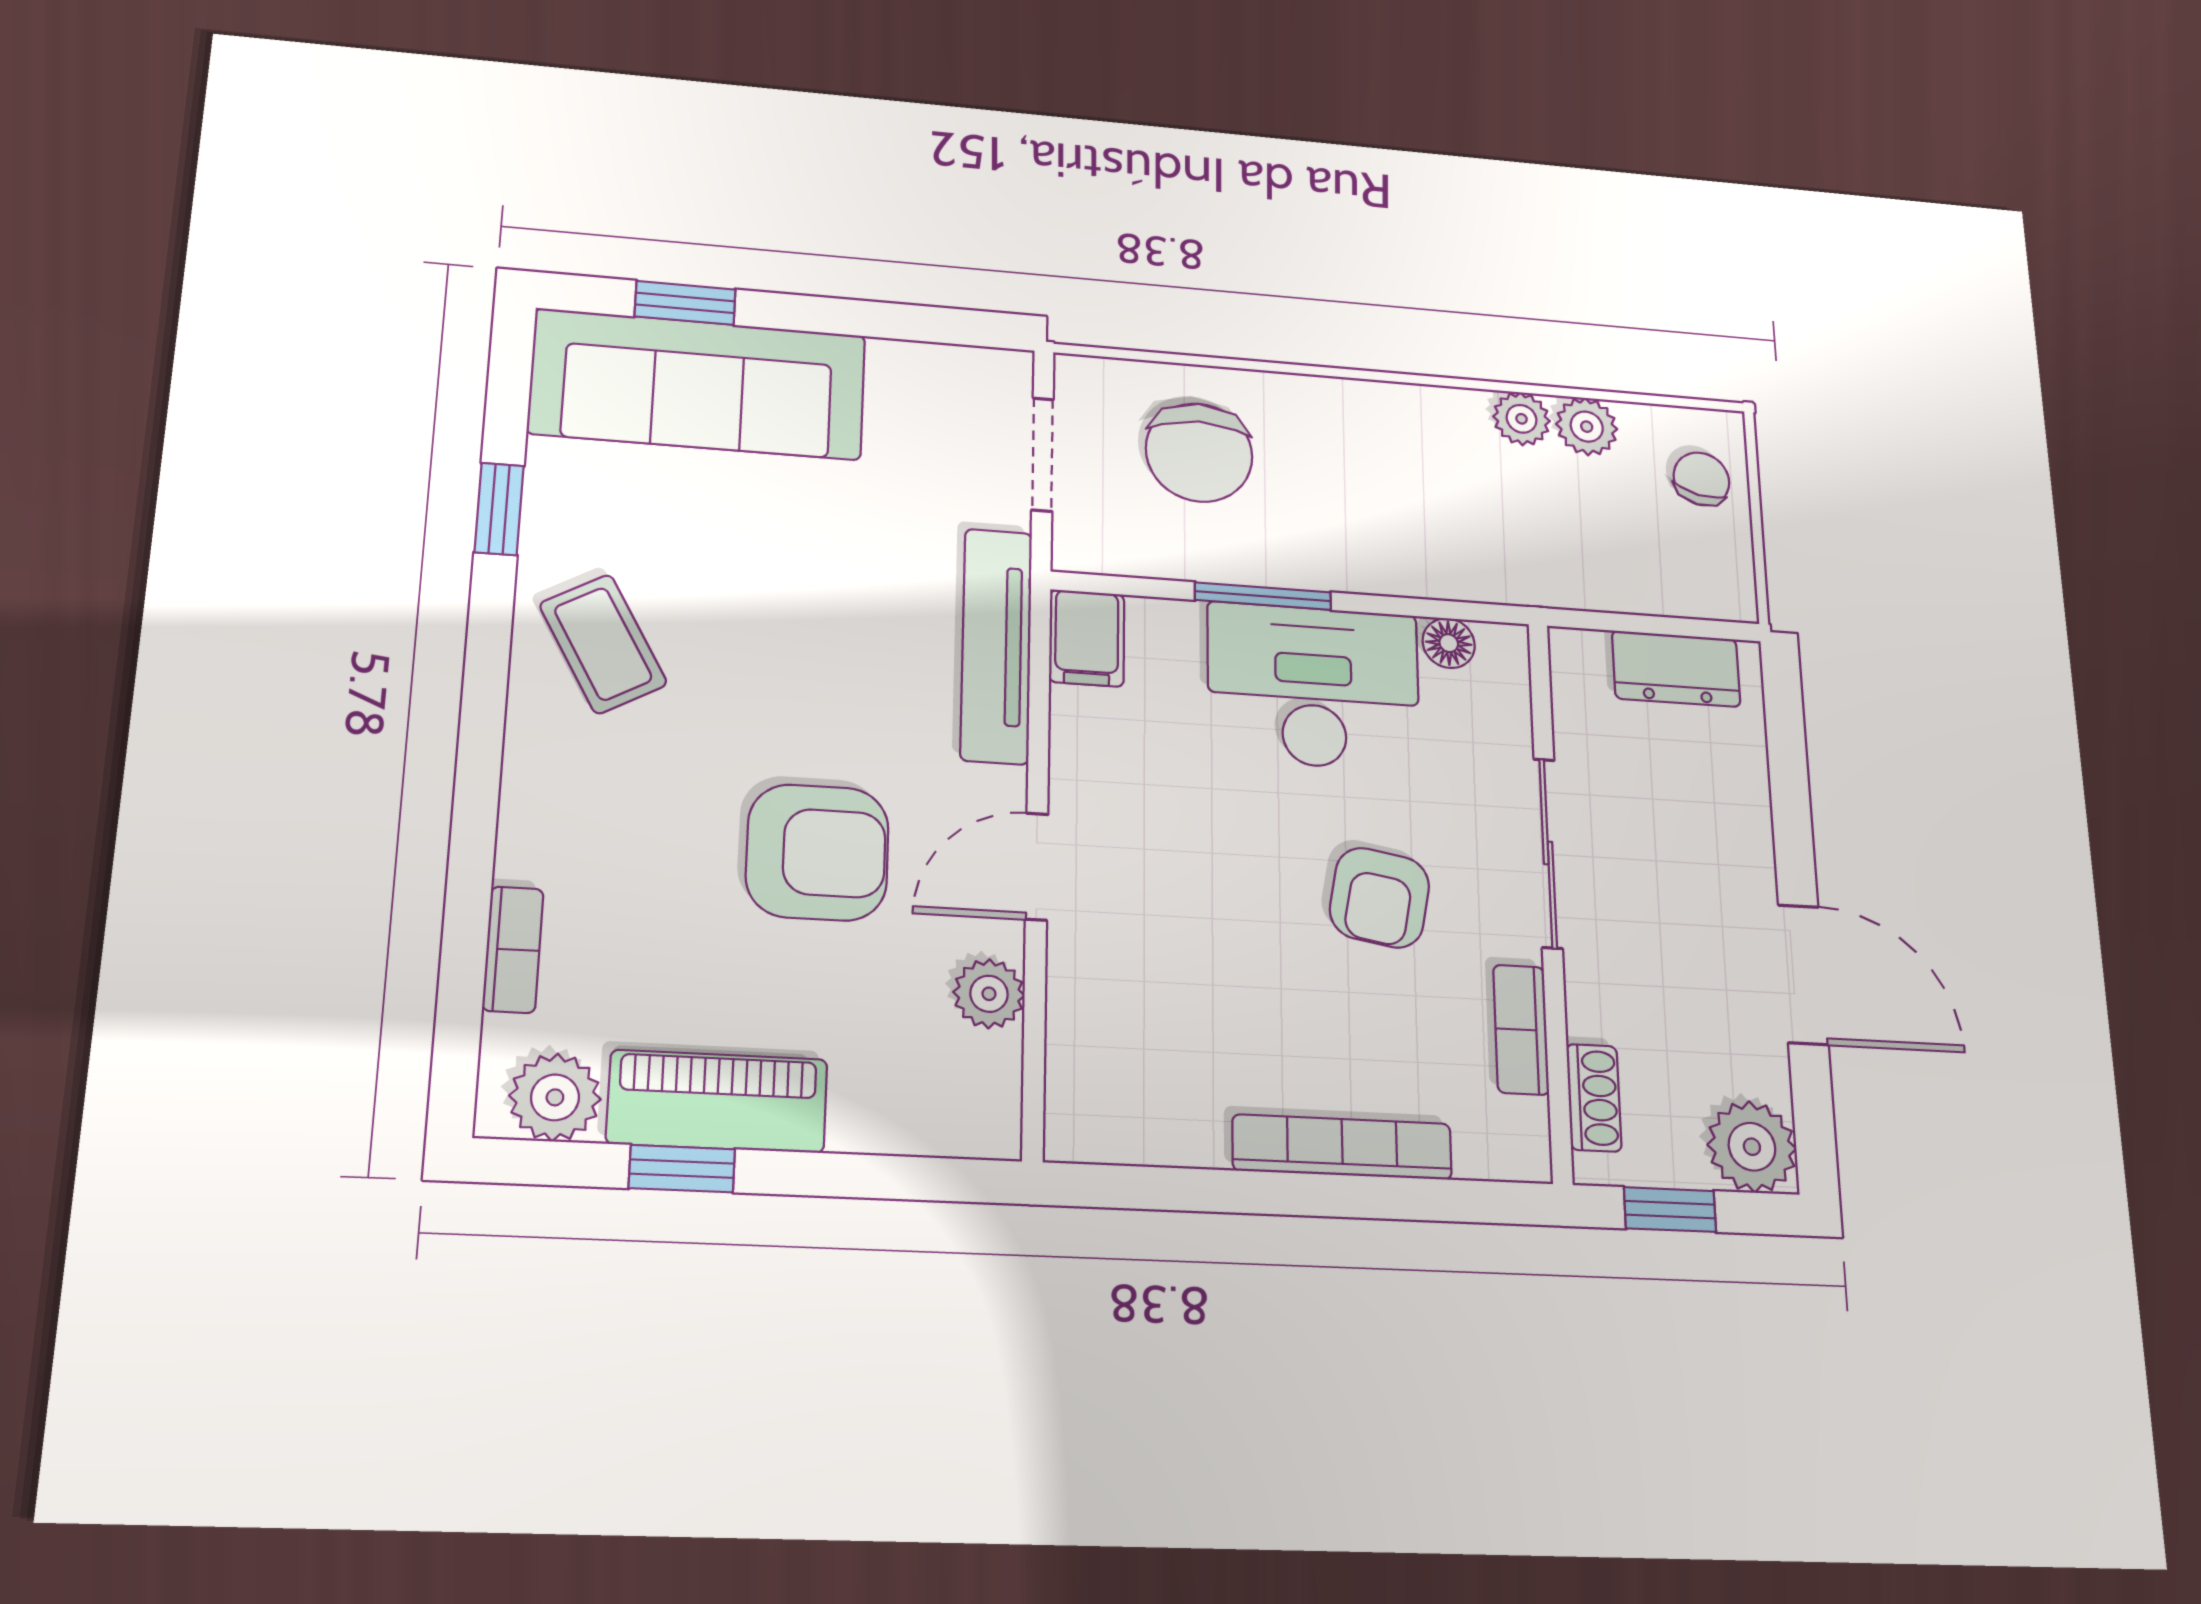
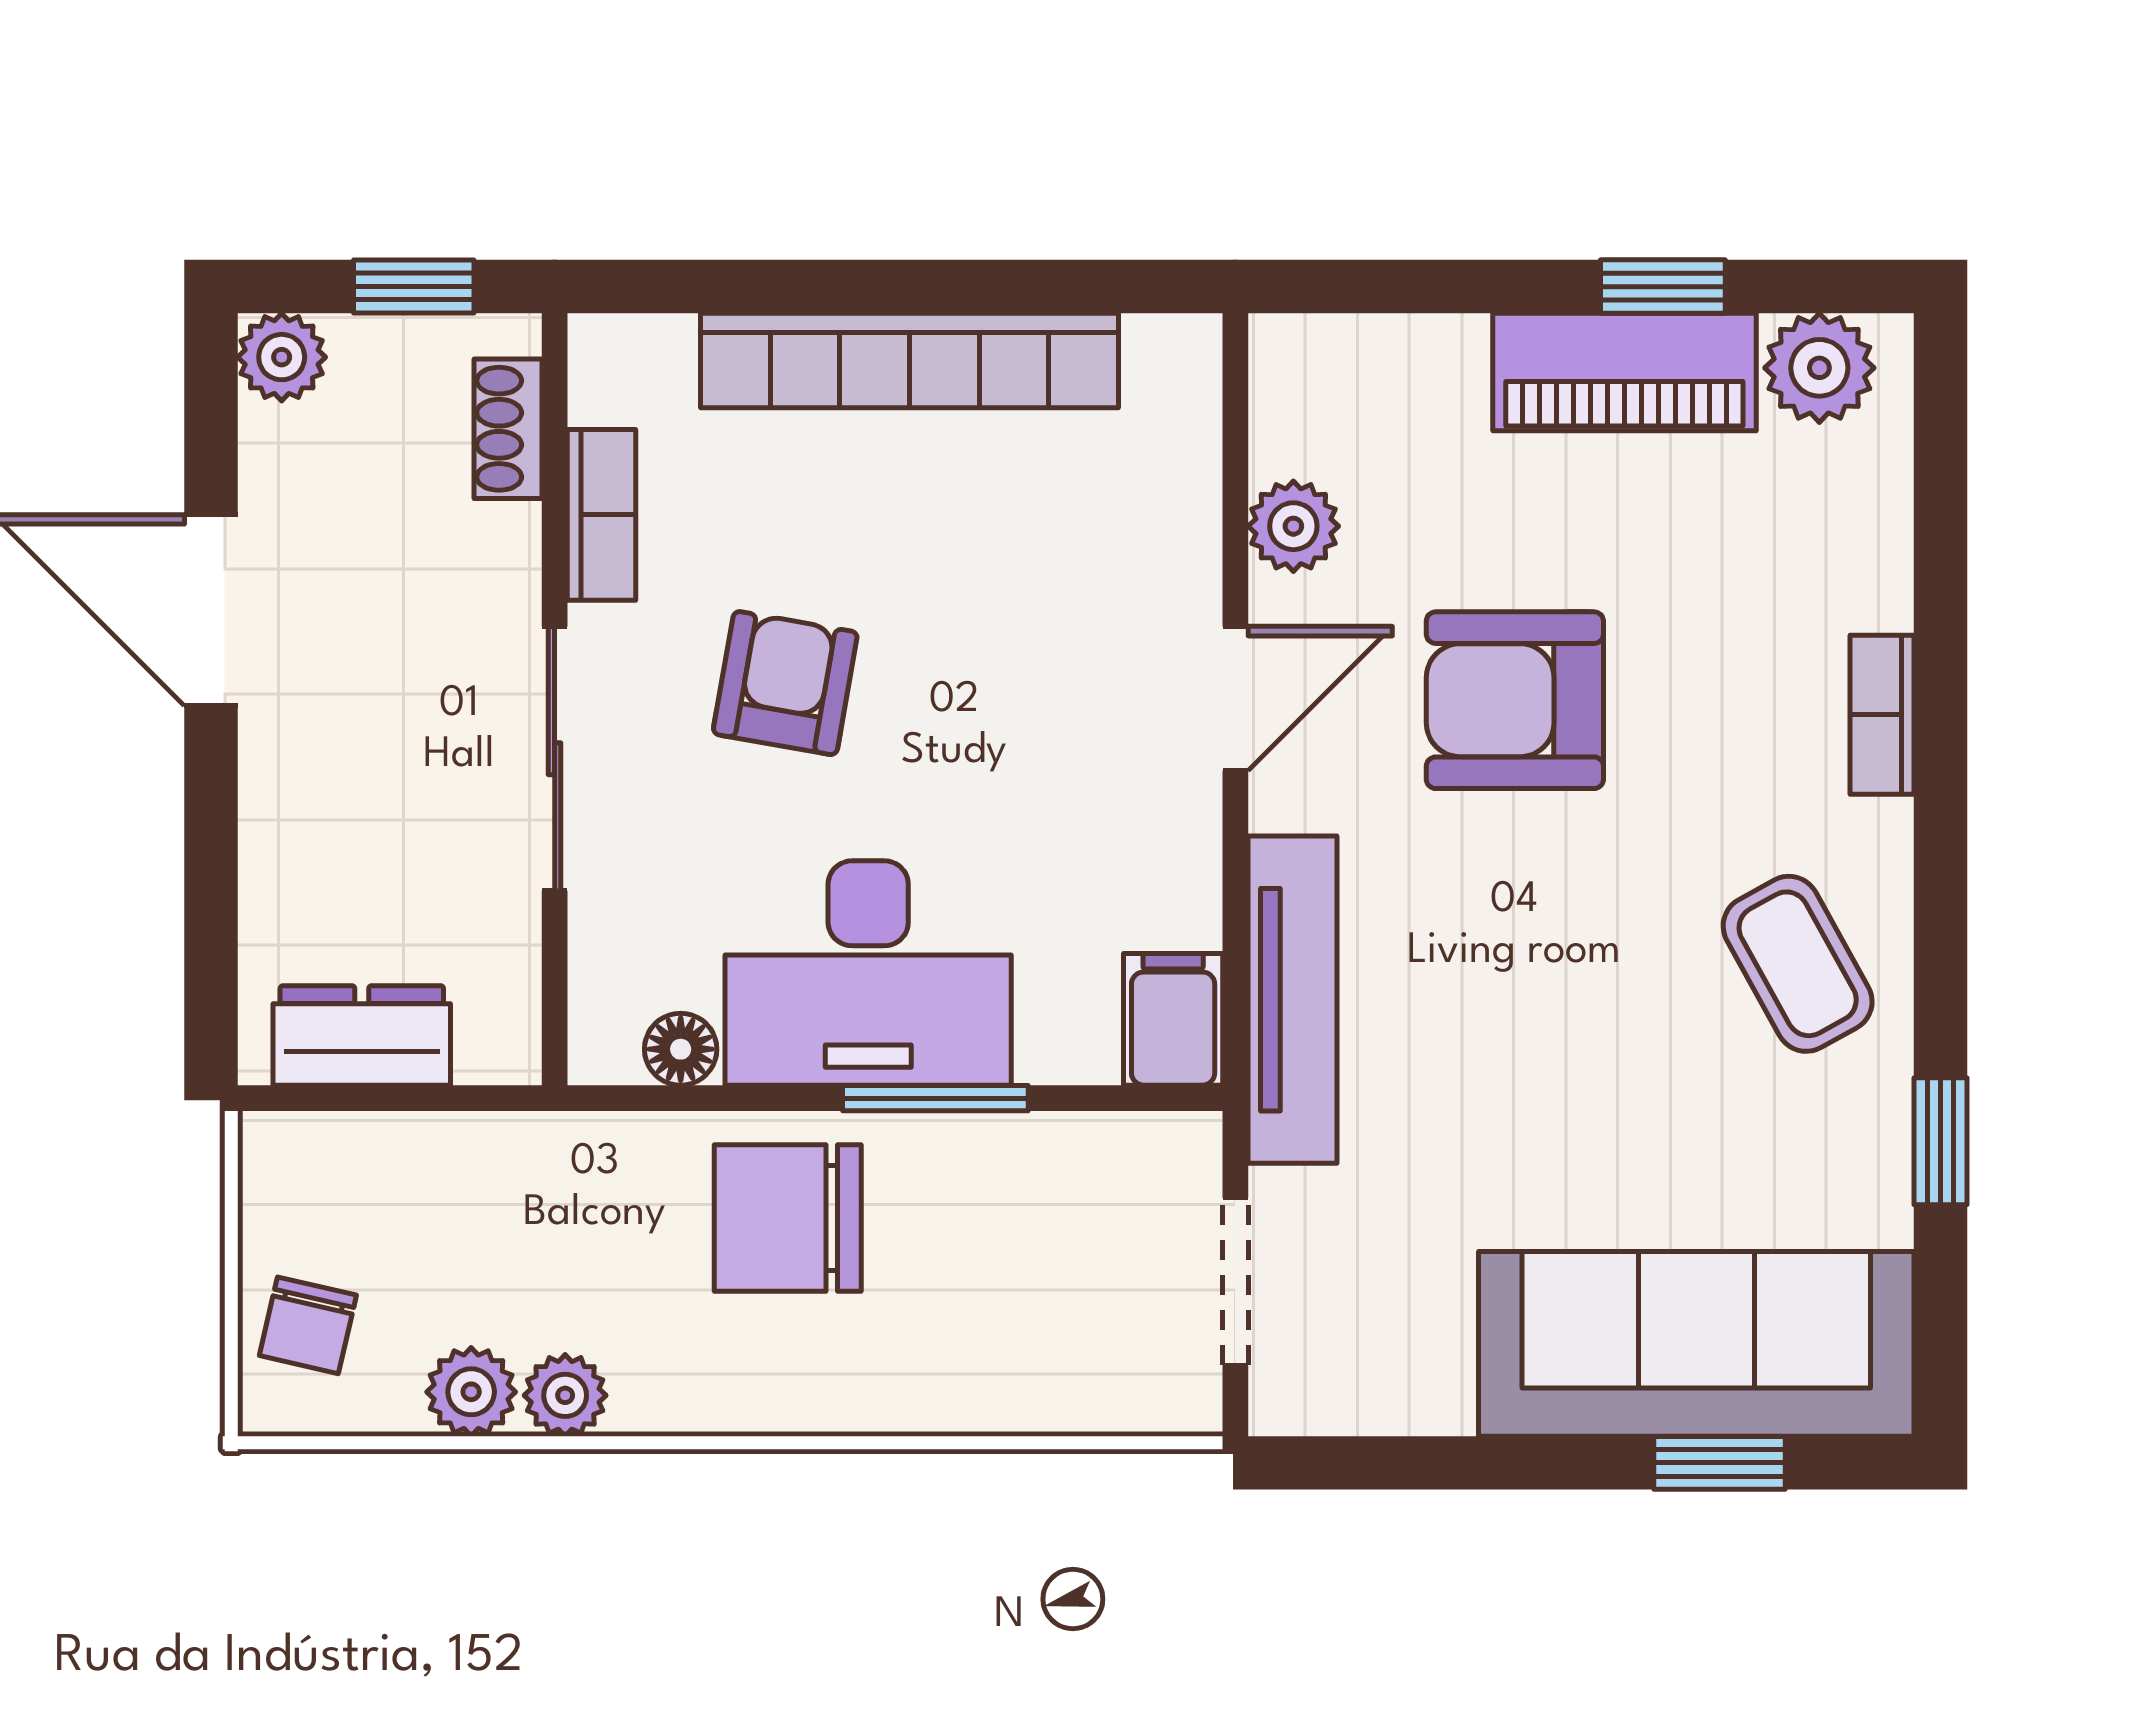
chair: (1199, 453) -> (788, 1218), moved, turned -90
bookcase: (513, 950) -> (1882, 715), moved
bookcase: (1342, 1147) -> (910, 361), width x1.48, depth x1.31
plant: (1752, 1147) -> (282, 357), width x0.73, depth x0.73

